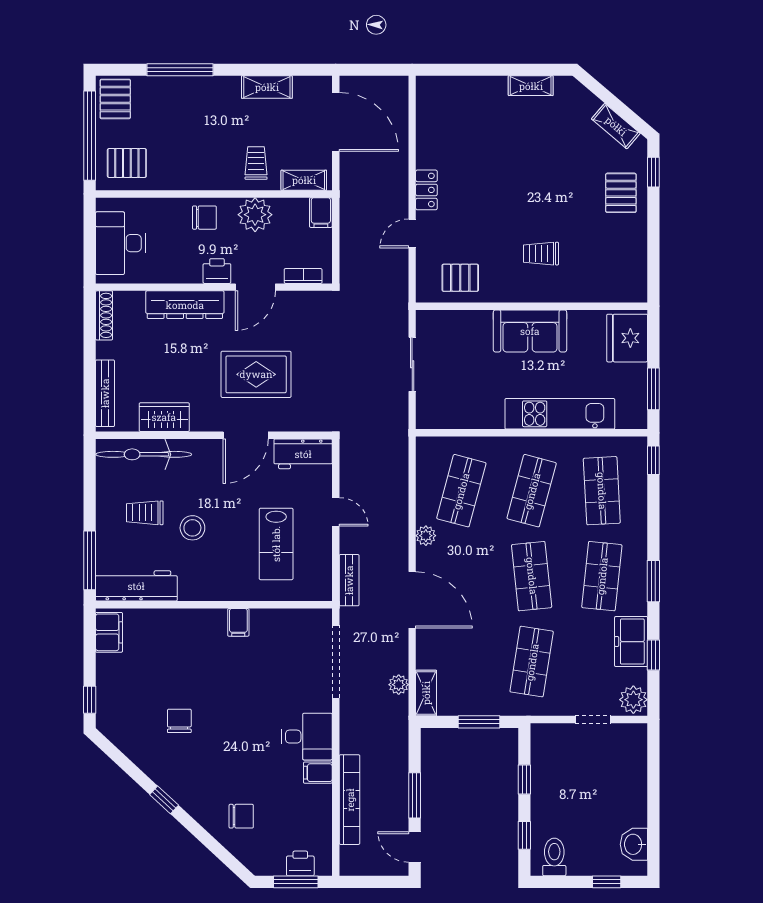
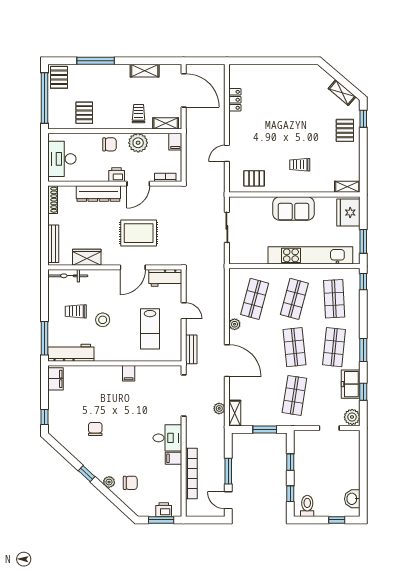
shelving: (531, 86) -> (347, 187), moved
pallet: (127, 163) -> (84, 113), moved, turned 90
locker: (426, 190) -> (235, 100), moved
kitchen unit: (560, 414) -> (310, 255), width x1.36
bicycle: (144, 454) -> (68, 276), width x0.73, depth x0.71
plant: (204, 815) -> (109, 482), added

